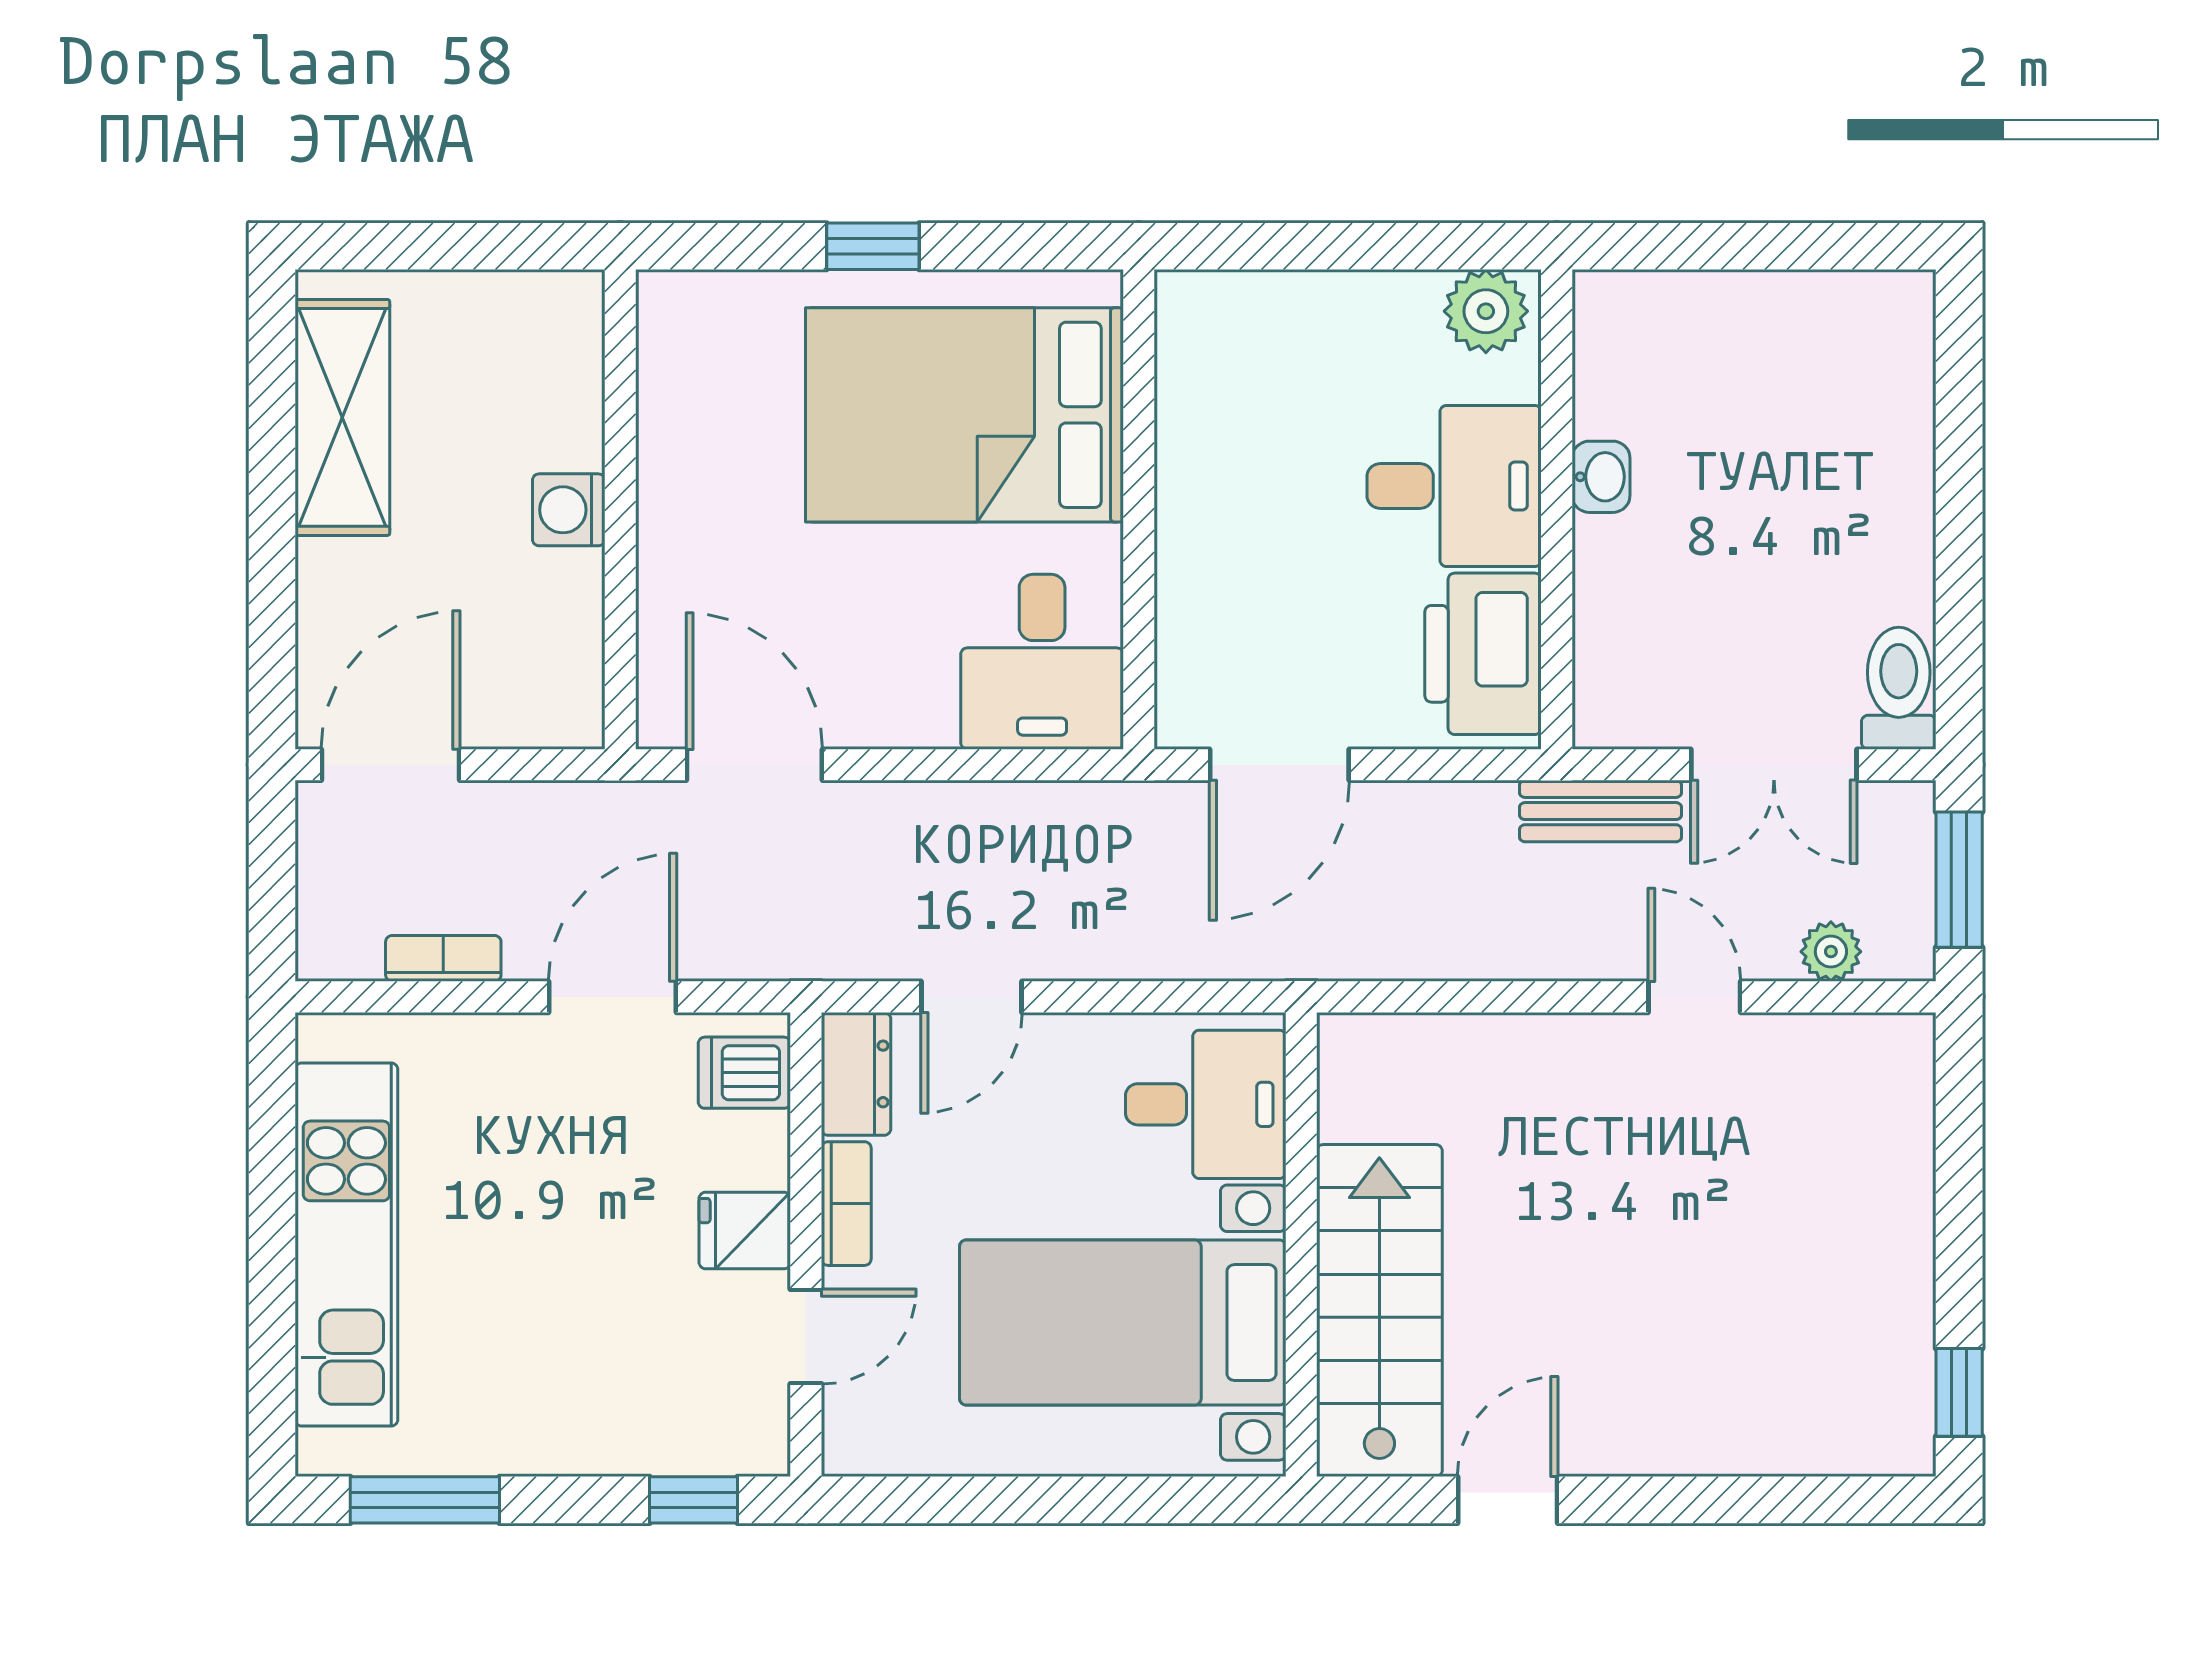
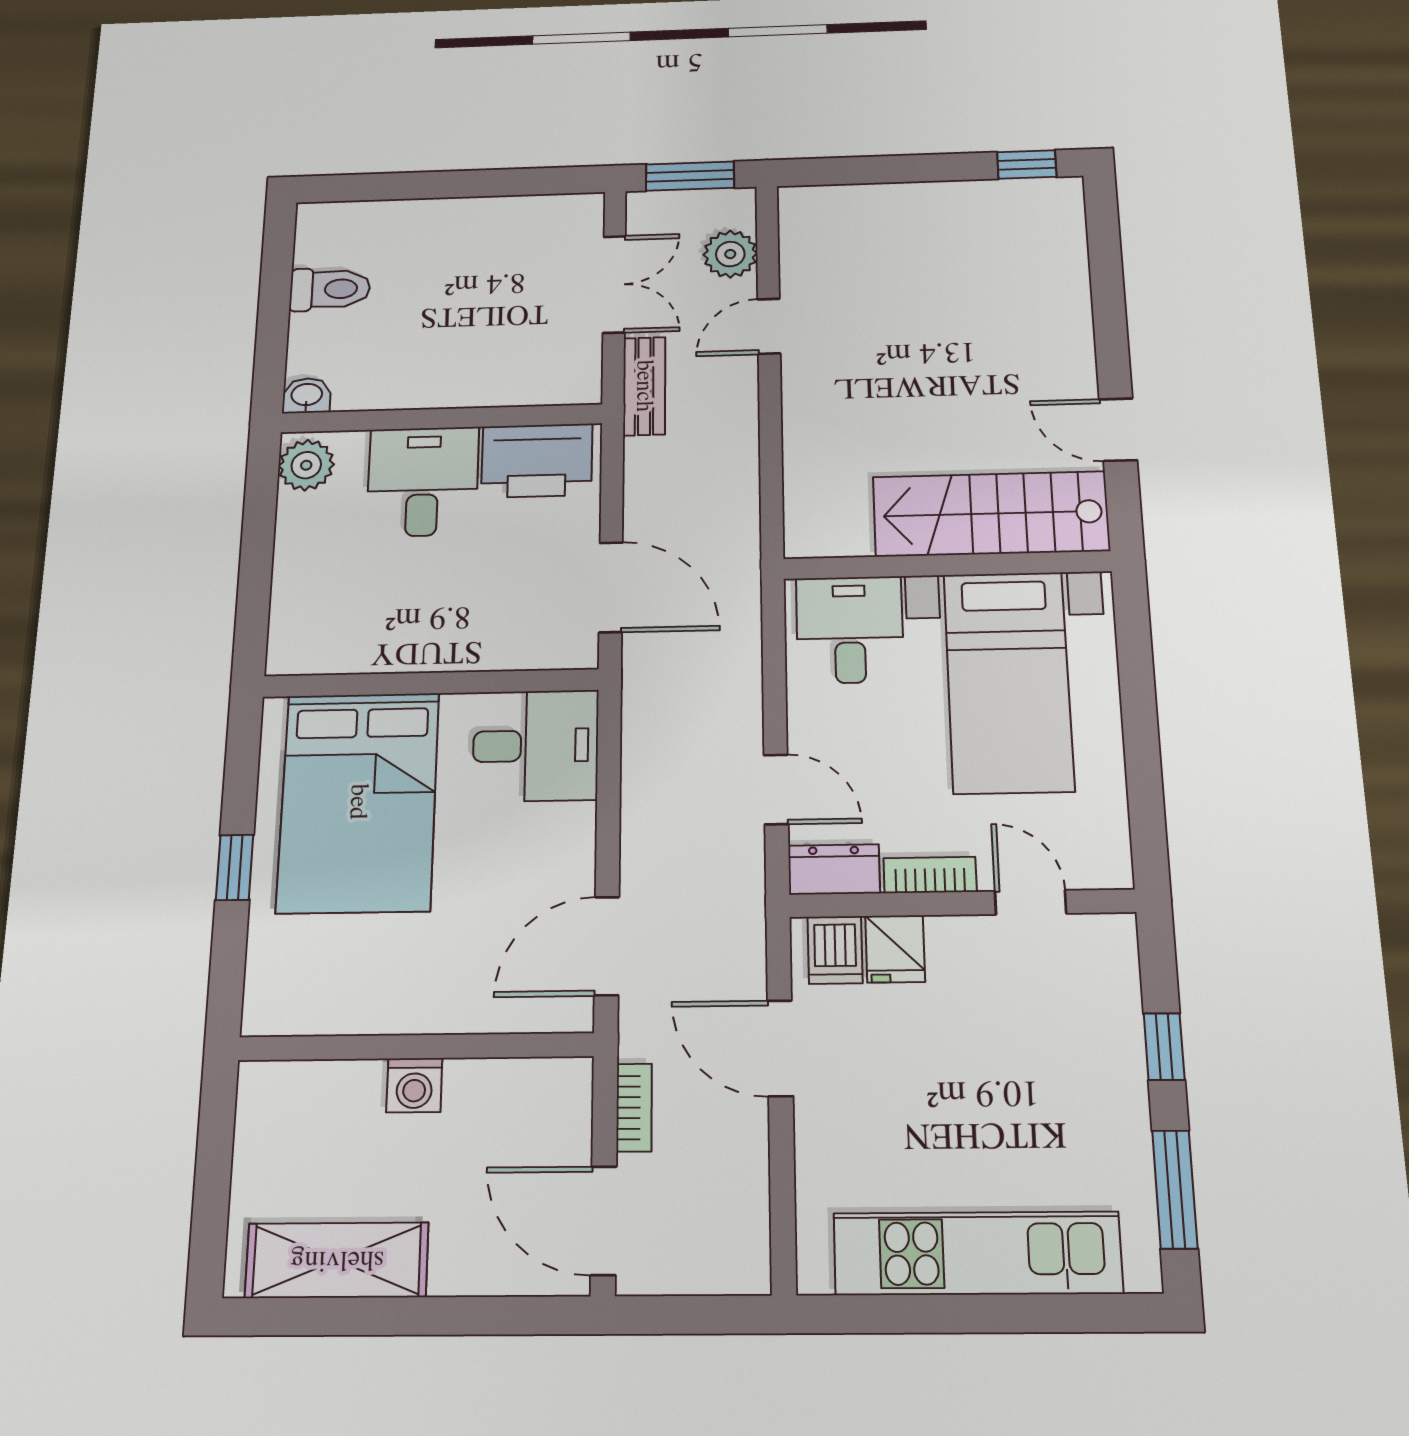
washbasin: (1601, 477) -> (307, 396), moved
toilet: (1899, 688) -> (330, 289), moved, turned 180
plant: (1831, 952) -> (730, 254), width x1.38, depth x1.38
bookcase: (443, 958) -> (634, 1107), moved, turned 180
fridge: (745, 1230) -> (895, 949), moved
window: (694, 1500) -> (1164, 1047), moved

